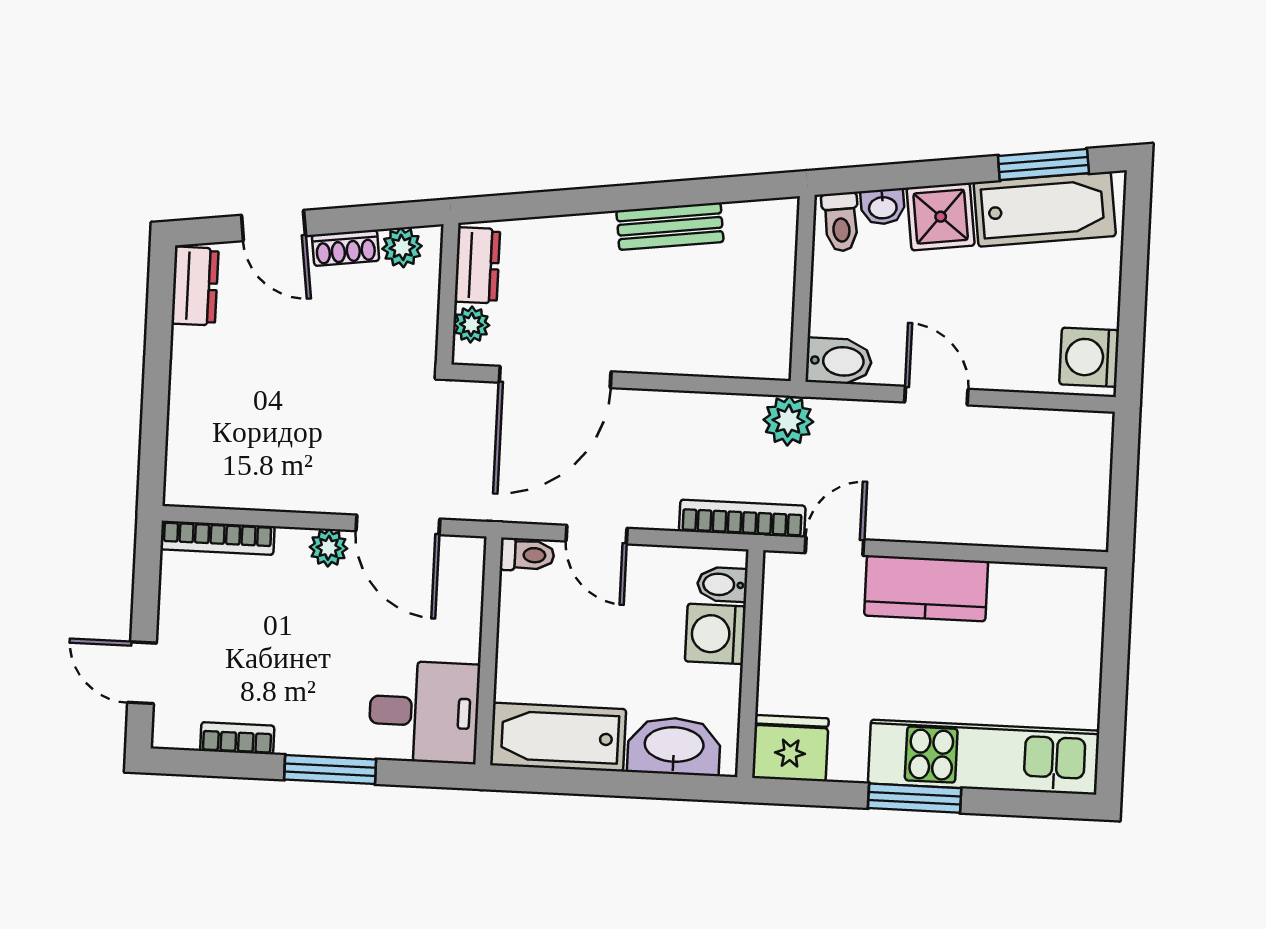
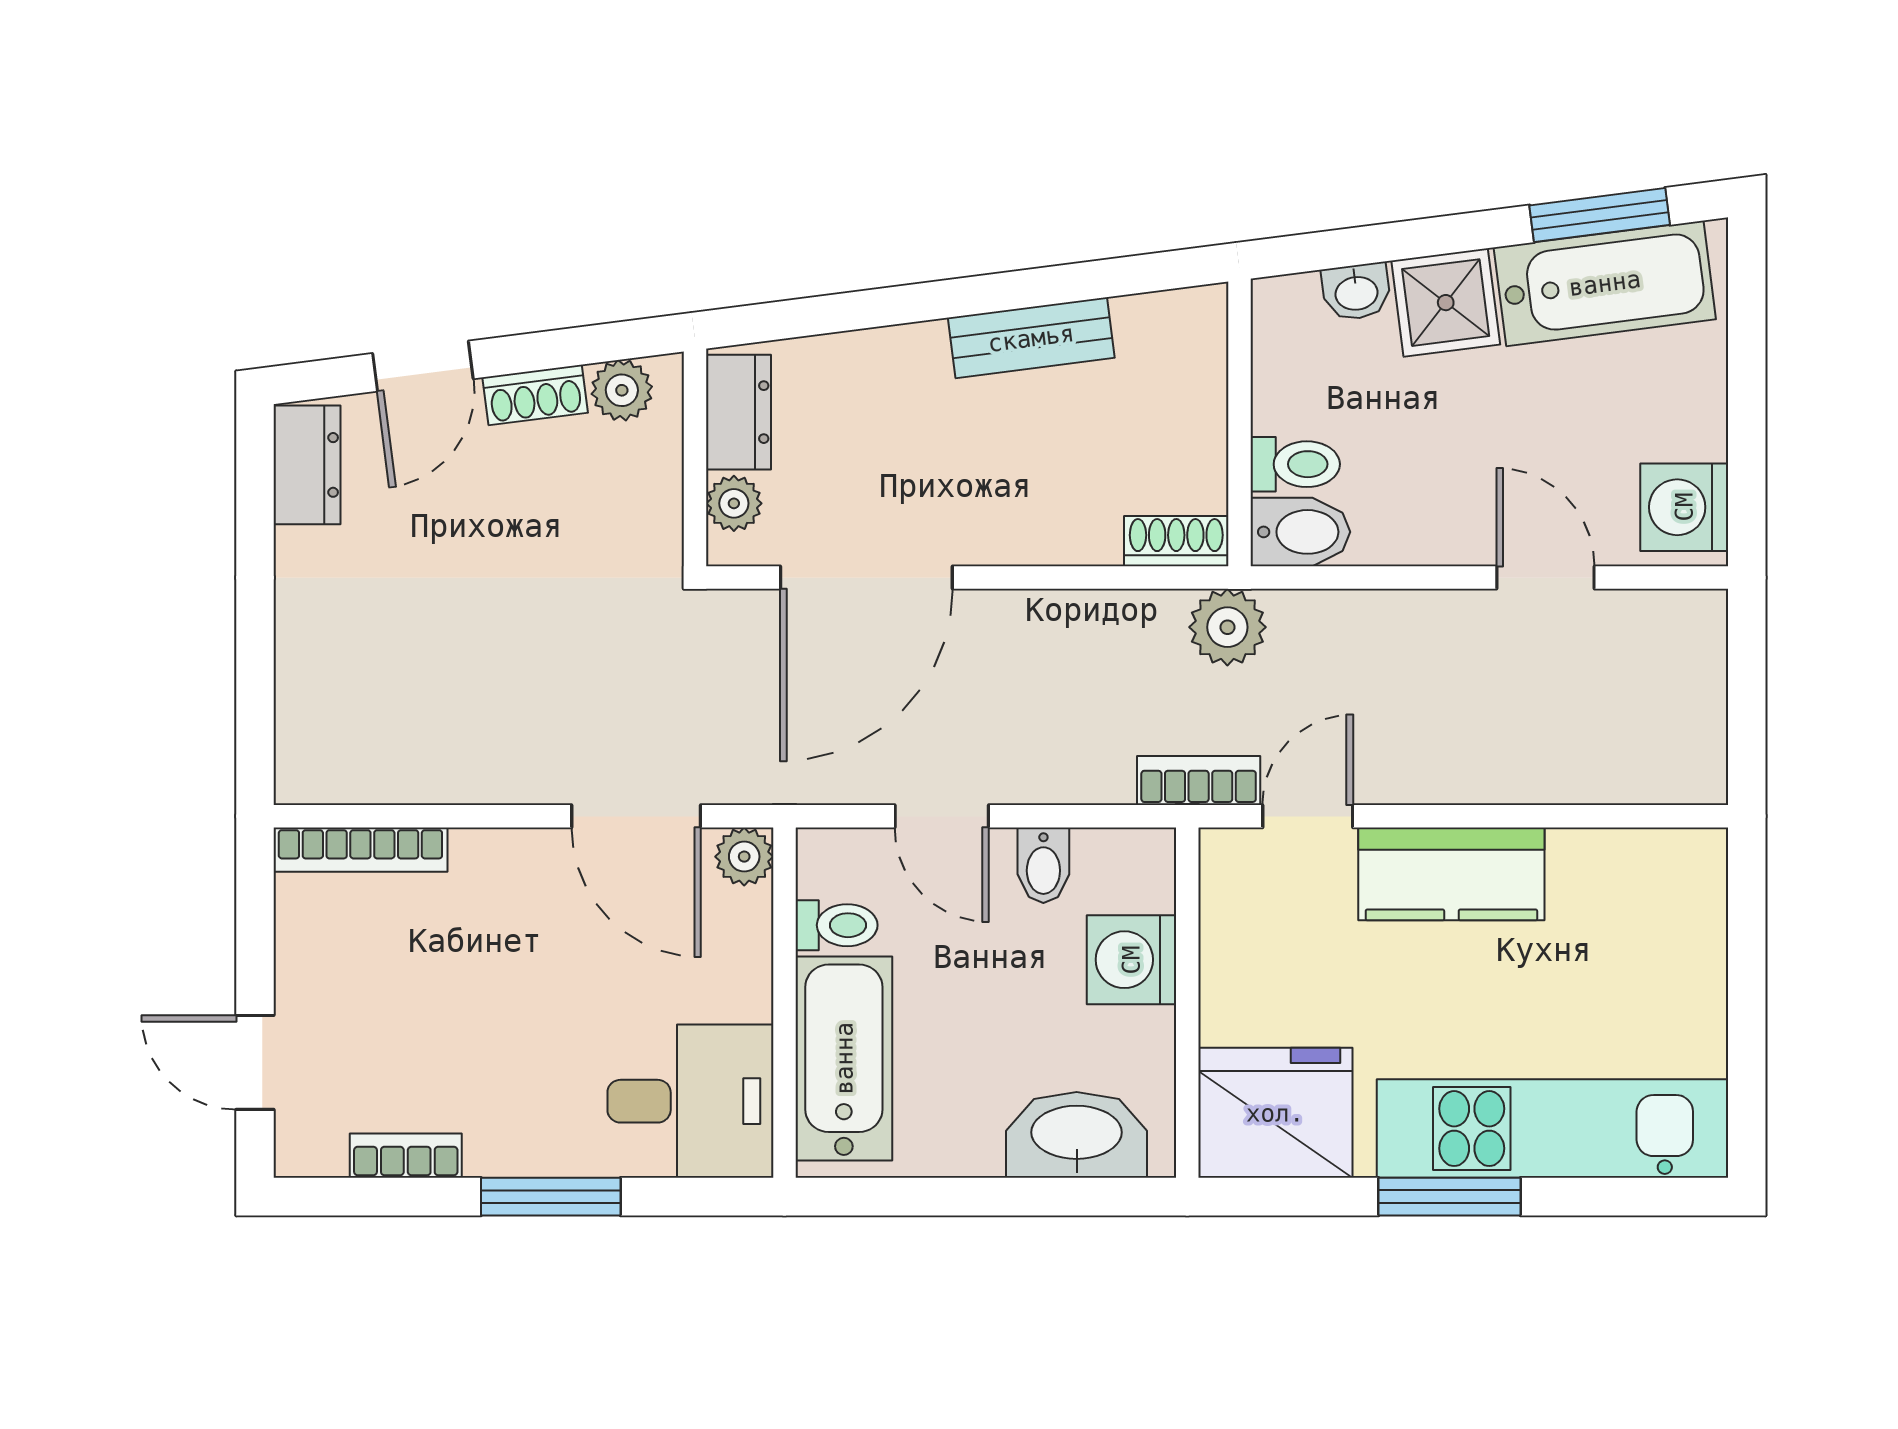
toilet: (841, 222) -> (1295, 464), moved, turned -83
door: (273, 225) -> (423, 366), hinge flipped
shoe rack: (758, 363) -> (1176, 541), added
door: (936, 396) -> (1546, 578), moved
bookcase: (742, 518) -> (1199, 780), width x0.64
plant: (329, 548) -> (744, 857), moved
toilet: (527, 555) -> (837, 925), moved
bidet: (722, 585) -> (1043, 865), moved, turned -90
bathtub: (558, 737) -> (844, 1058), moved, turned 90
fridge: (790, 748) -> (1275, 1113), width x1.36, depth x1.34

